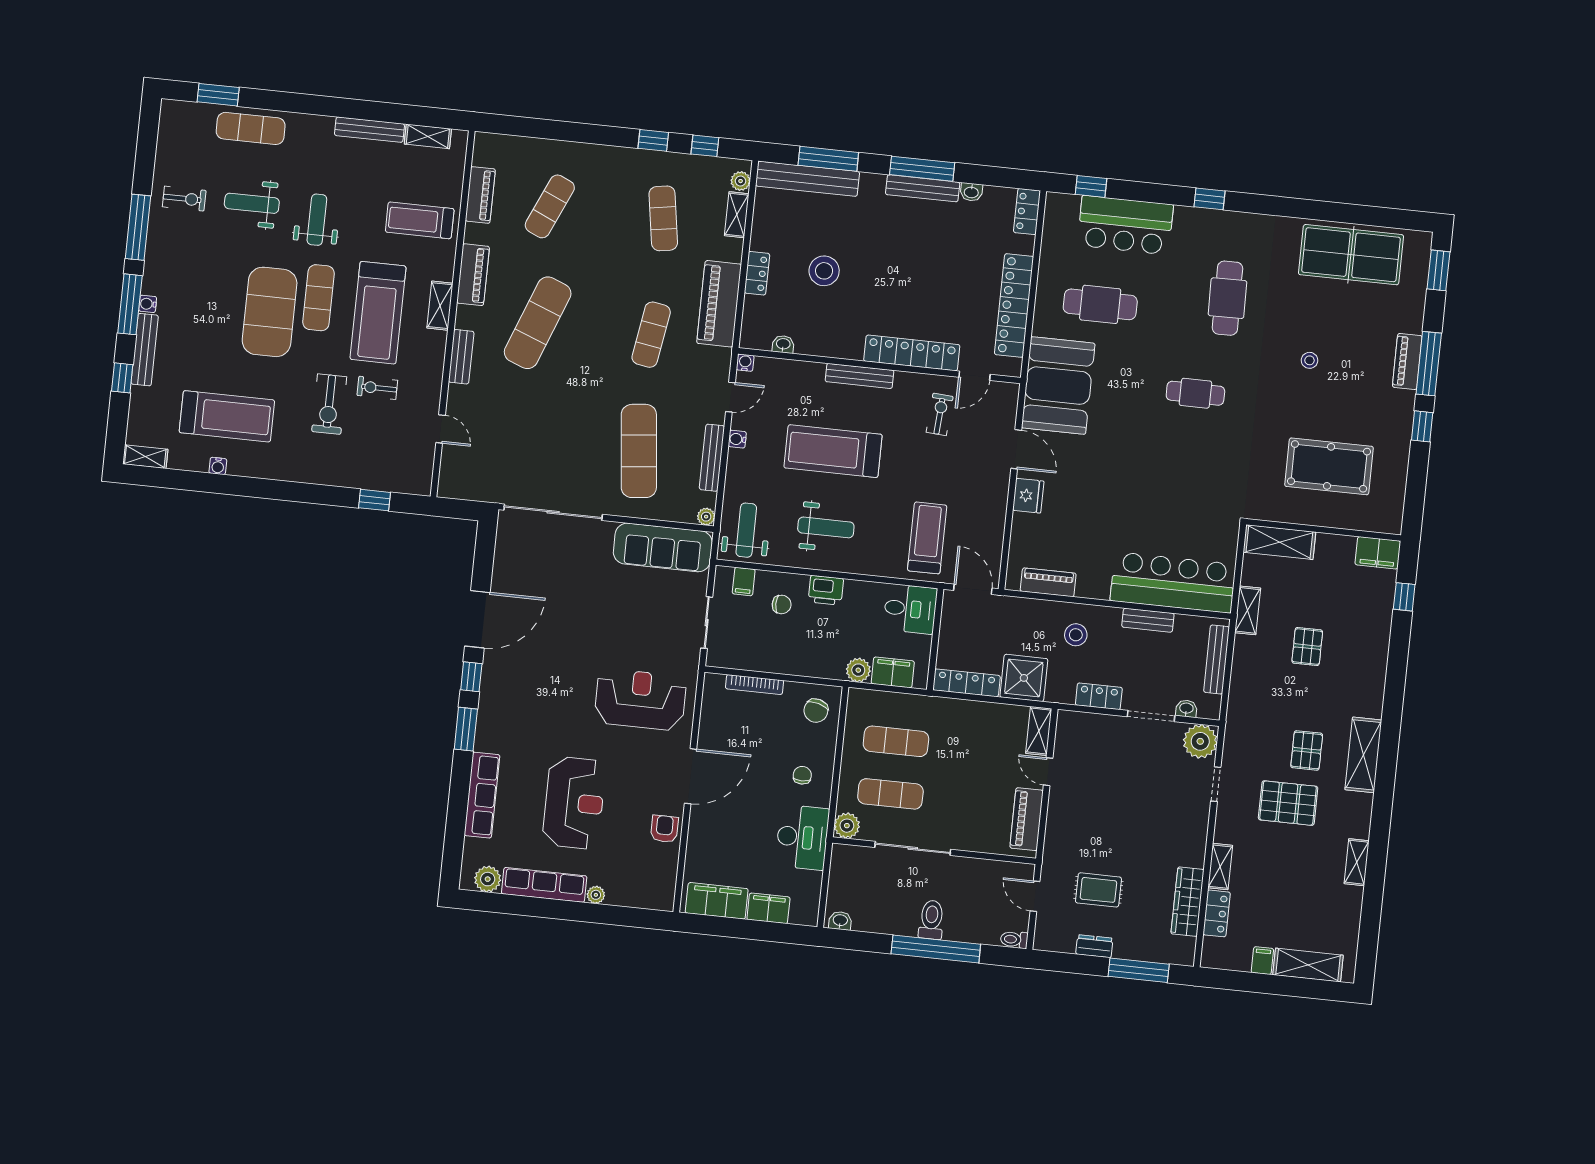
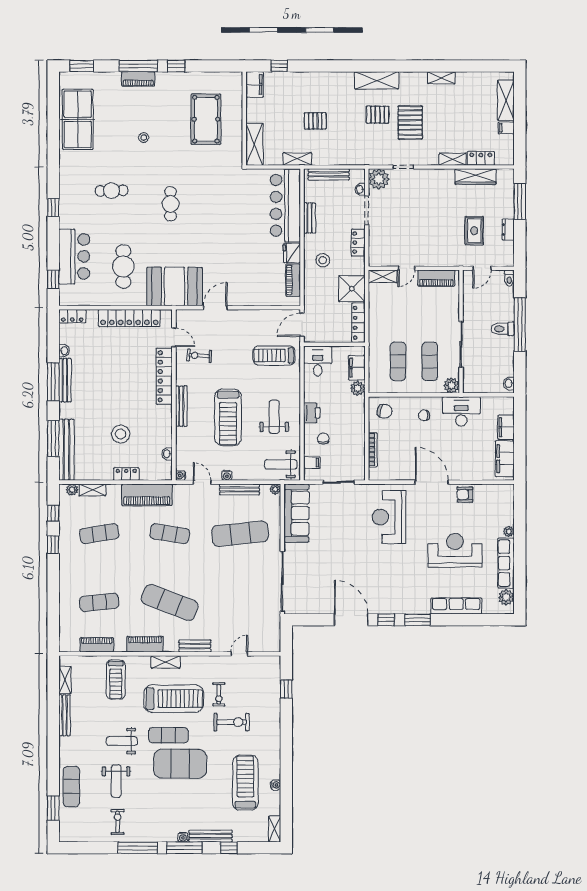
exercise mat: (550, 206) -> (99, 602), turned -30
cafe table: (1227, 298) -> (112, 191), width x0.73, depth x0.74
fridge: (1028, 496) -> (292, 253), moved, turned -90

